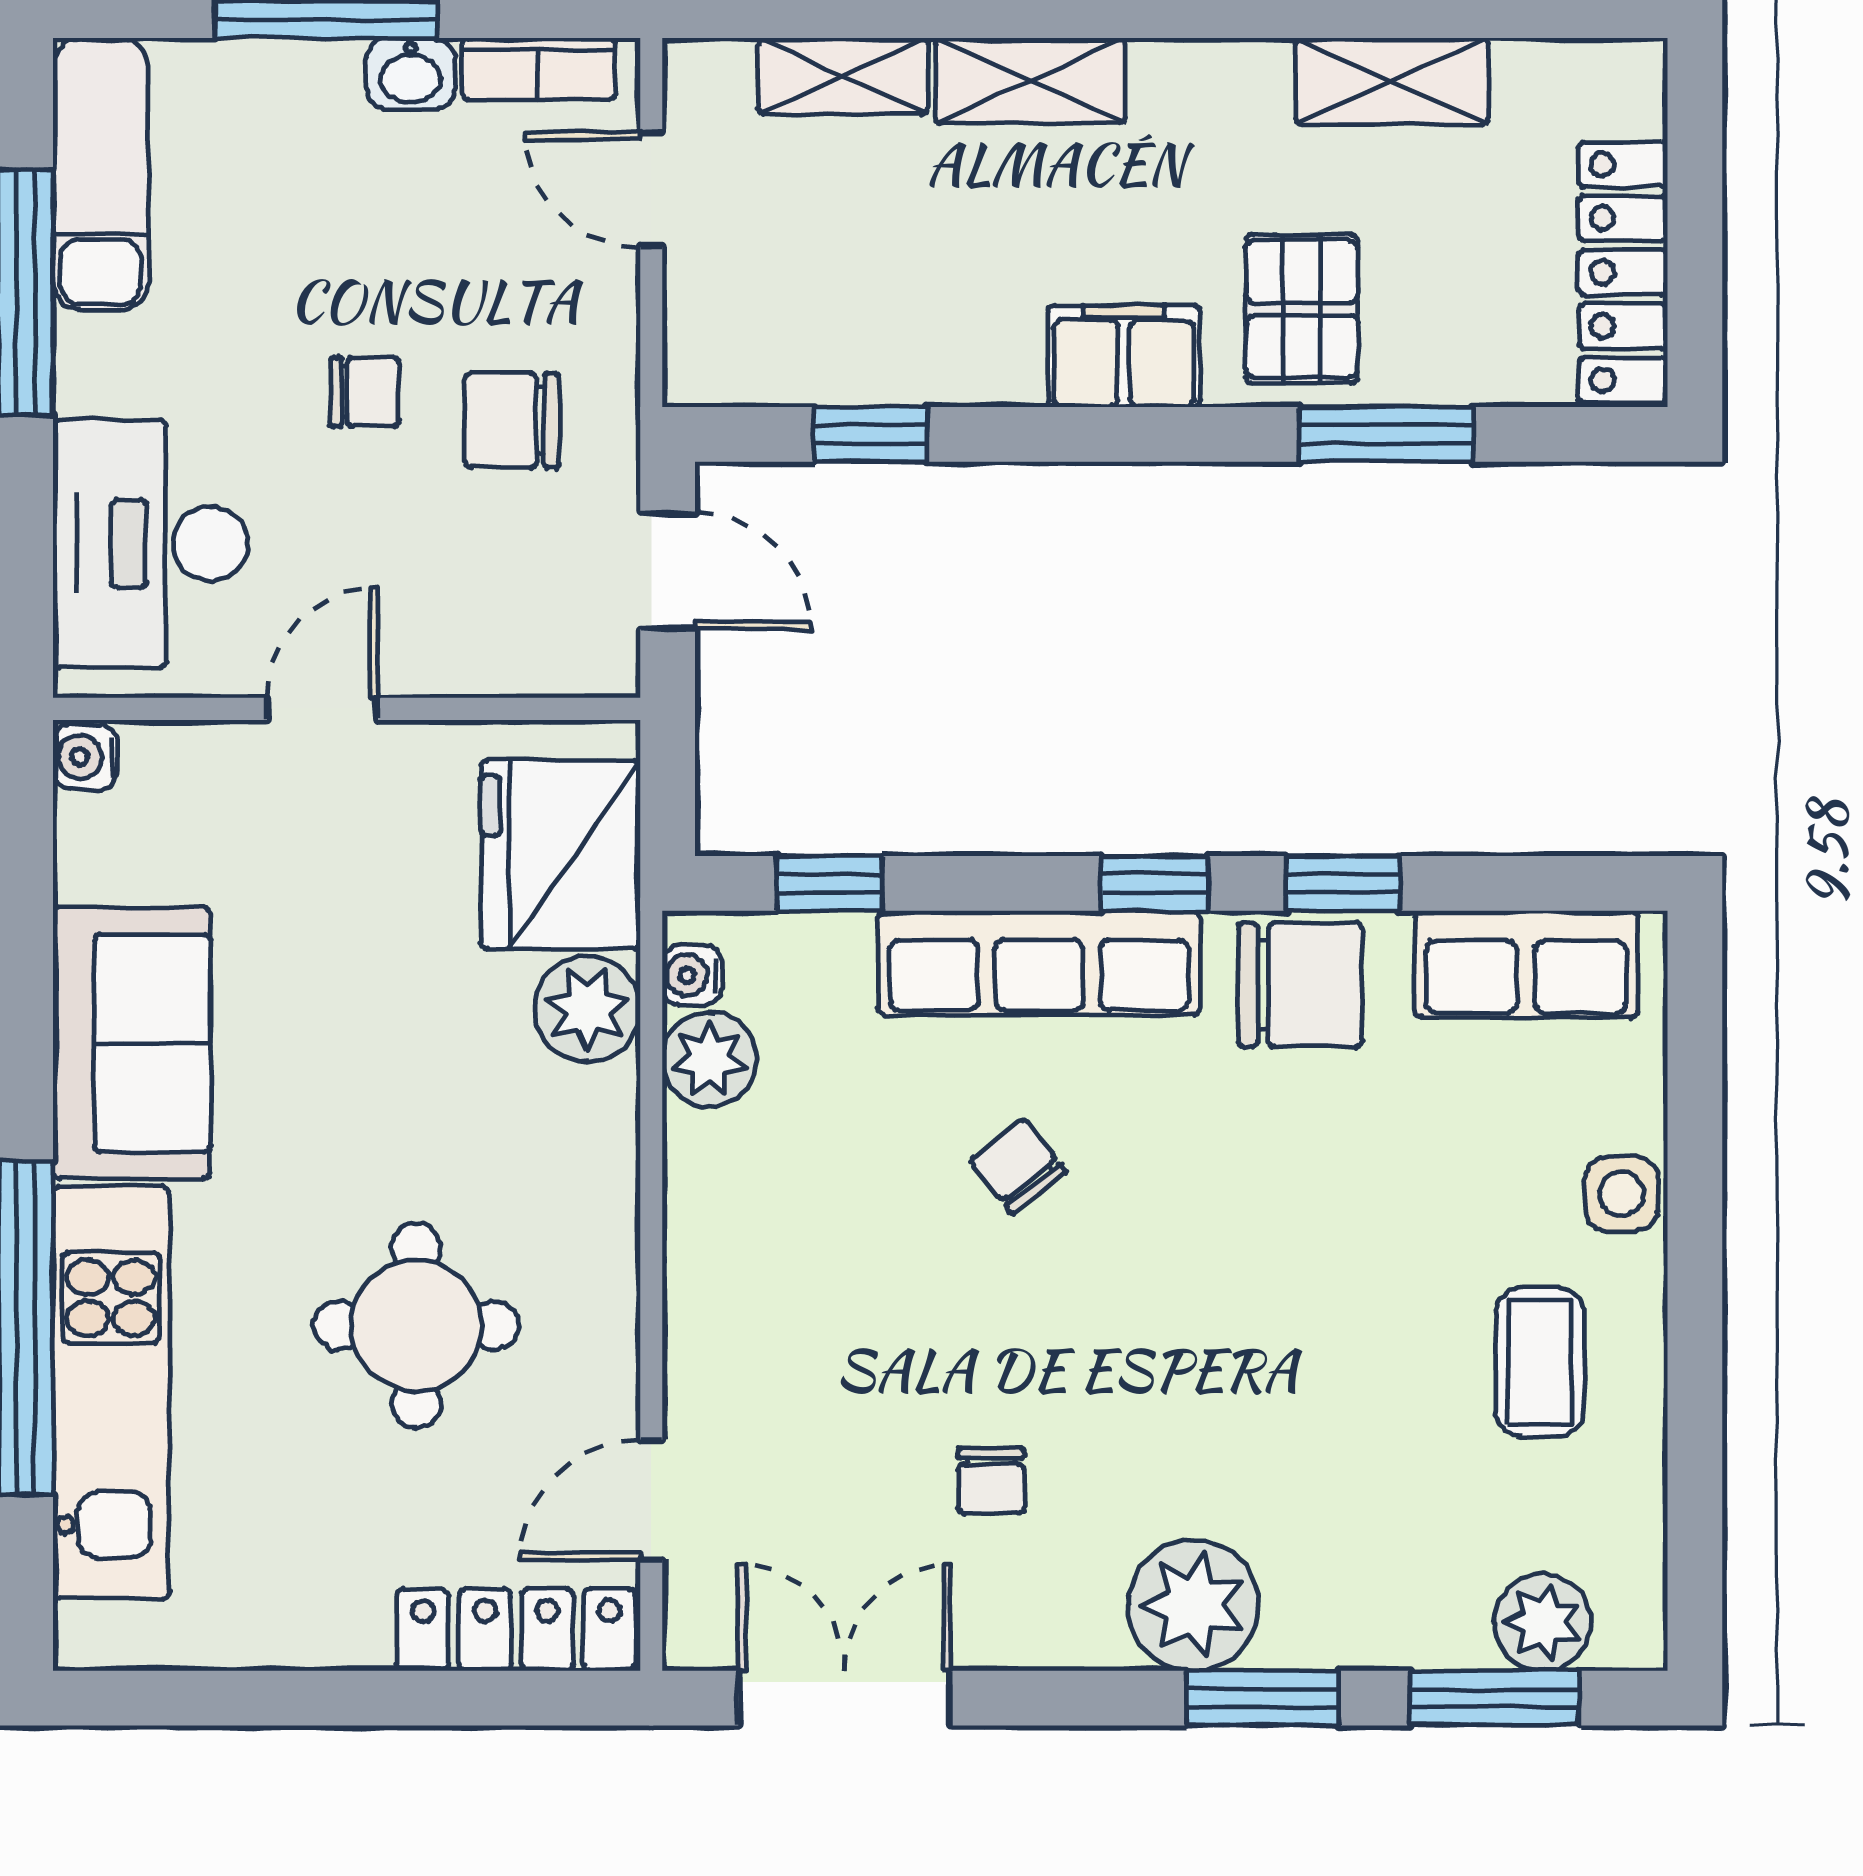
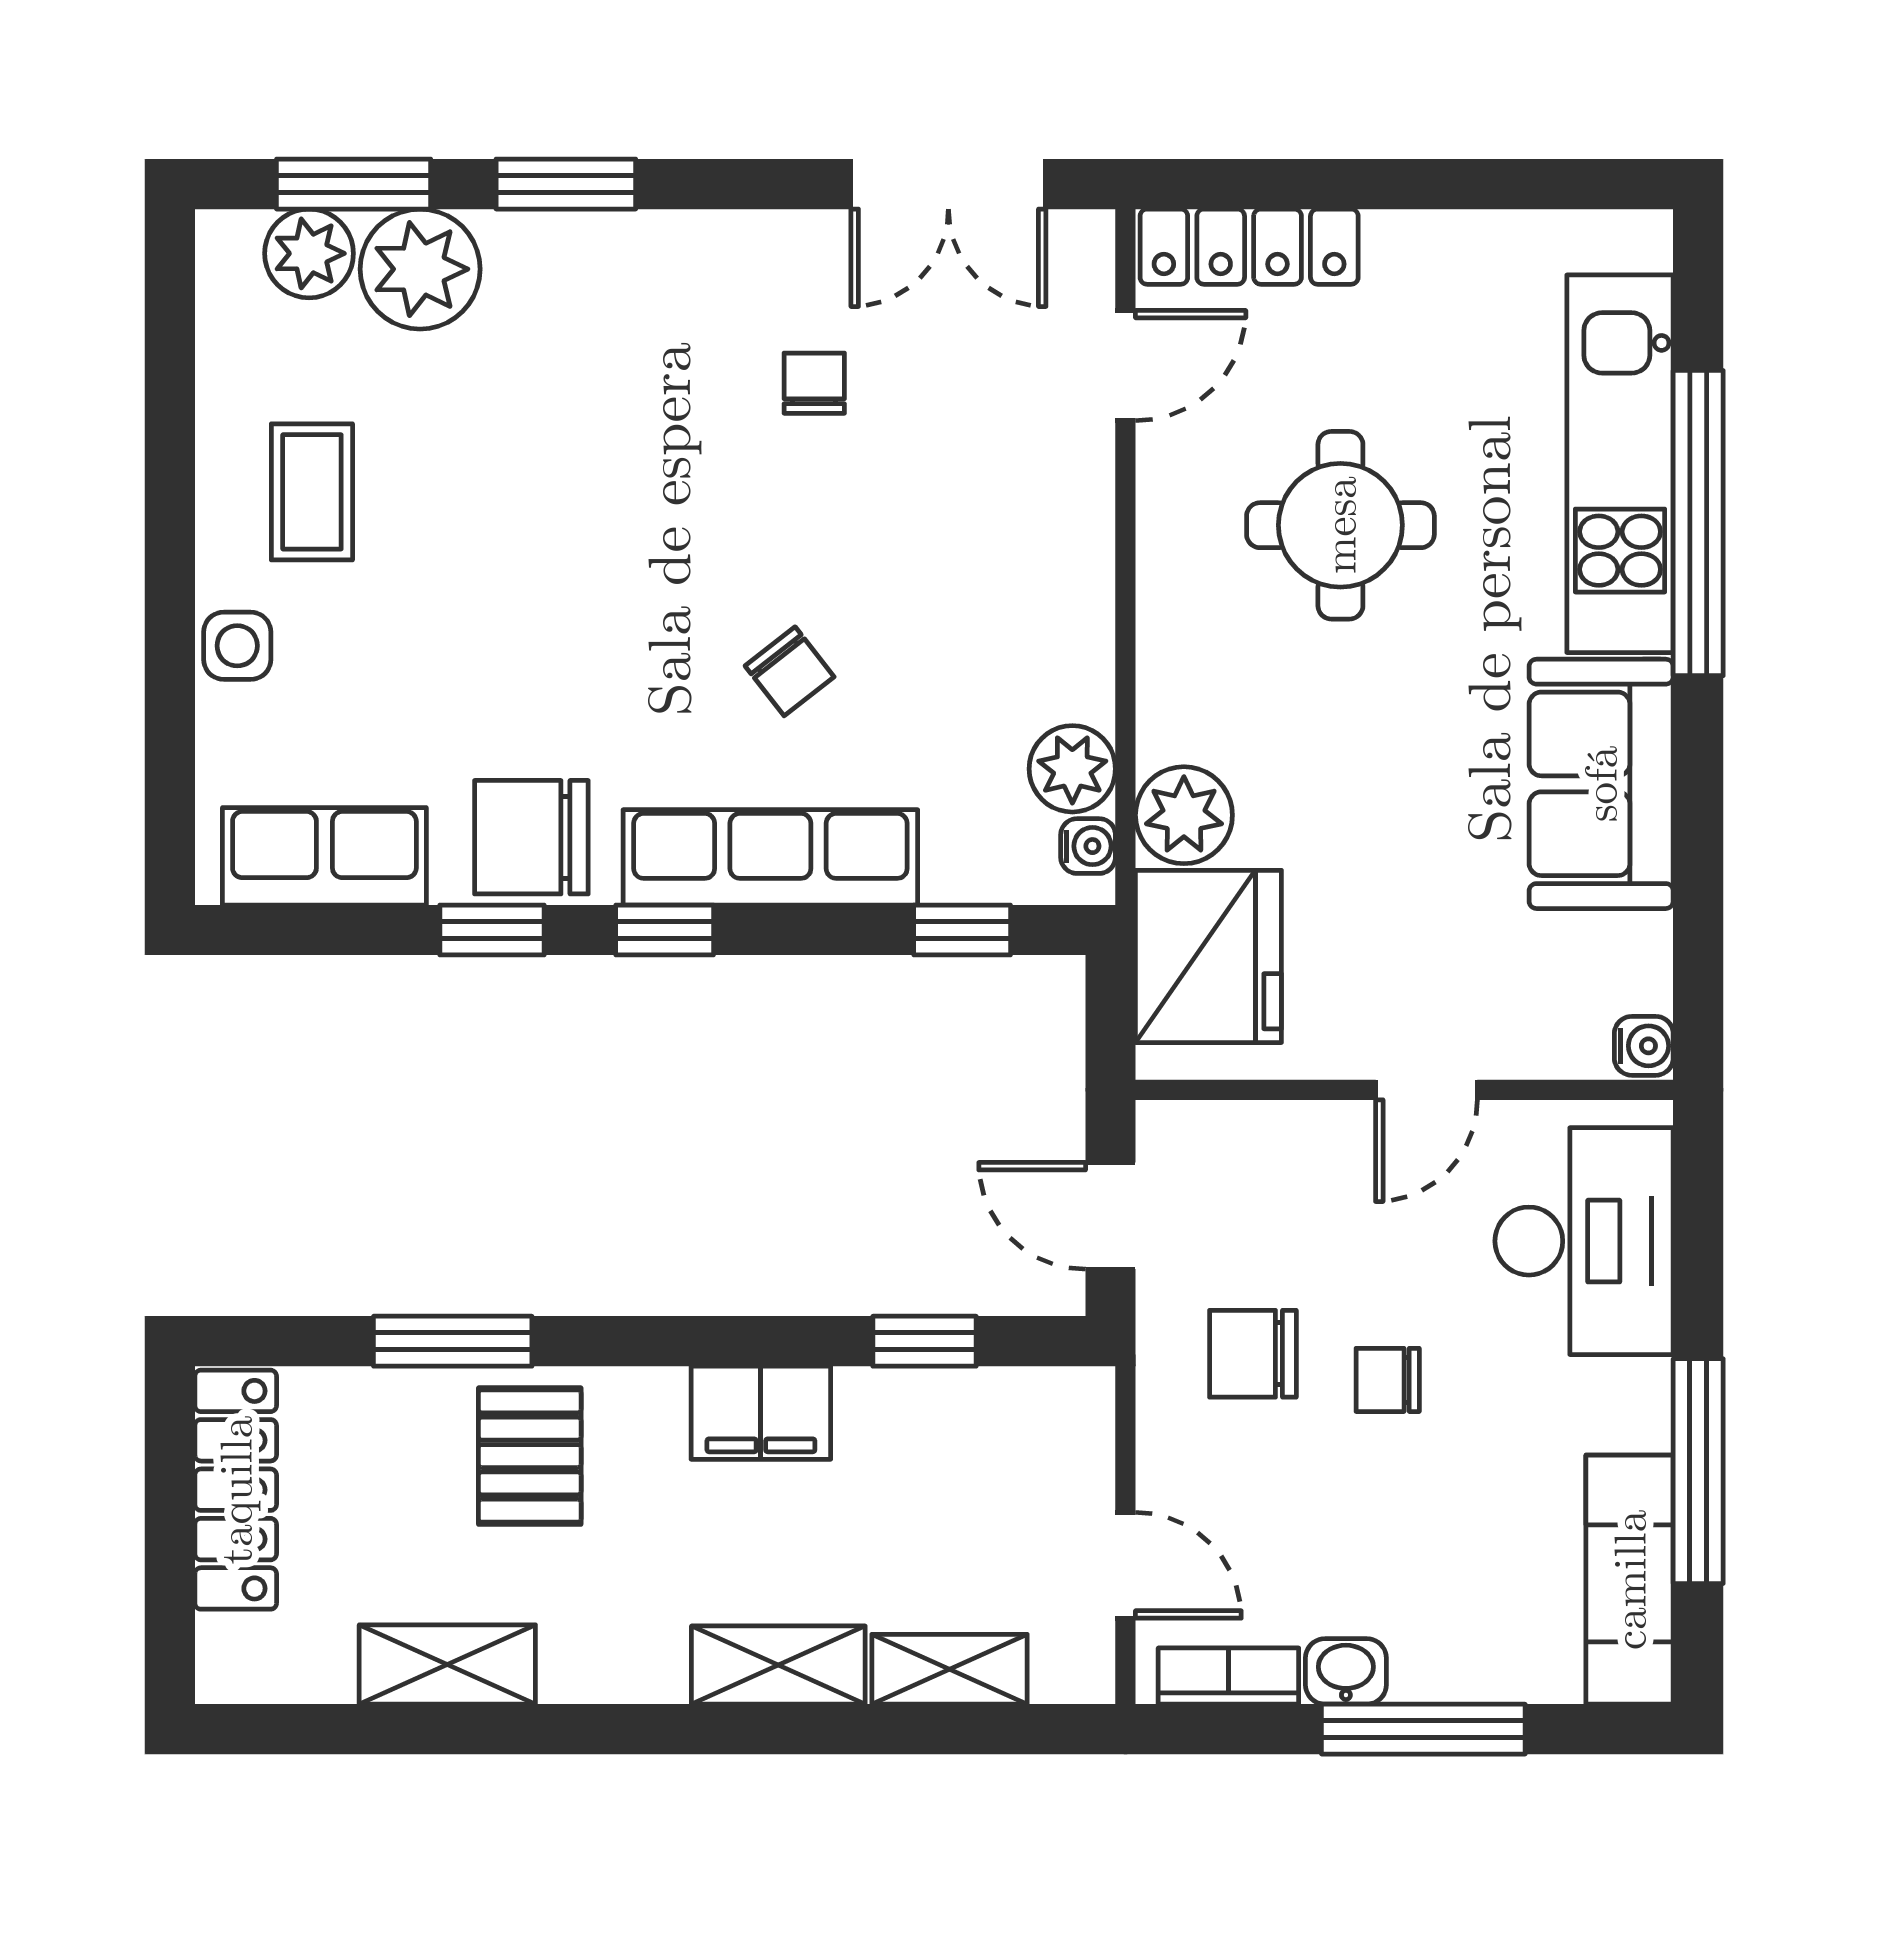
filing cabinet: (1124, 356) -> (761, 1413), moved
chair: (512, 421) -> (1253, 1354), turned 180
plant: (1194, 1605) -> (420, 269), moved

